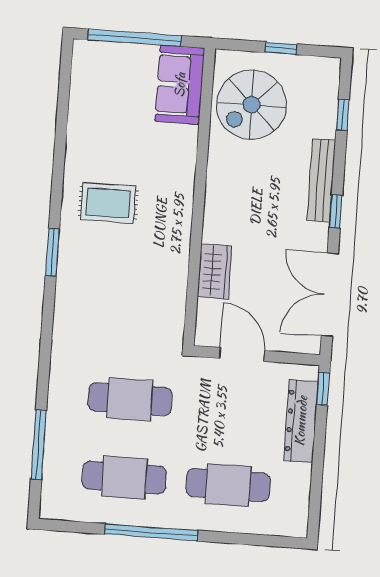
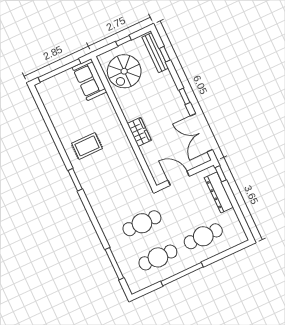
bench: (321, 180) -> (155, 53), moved
wardrobe: (215, 271) -> (139, 132), moved

